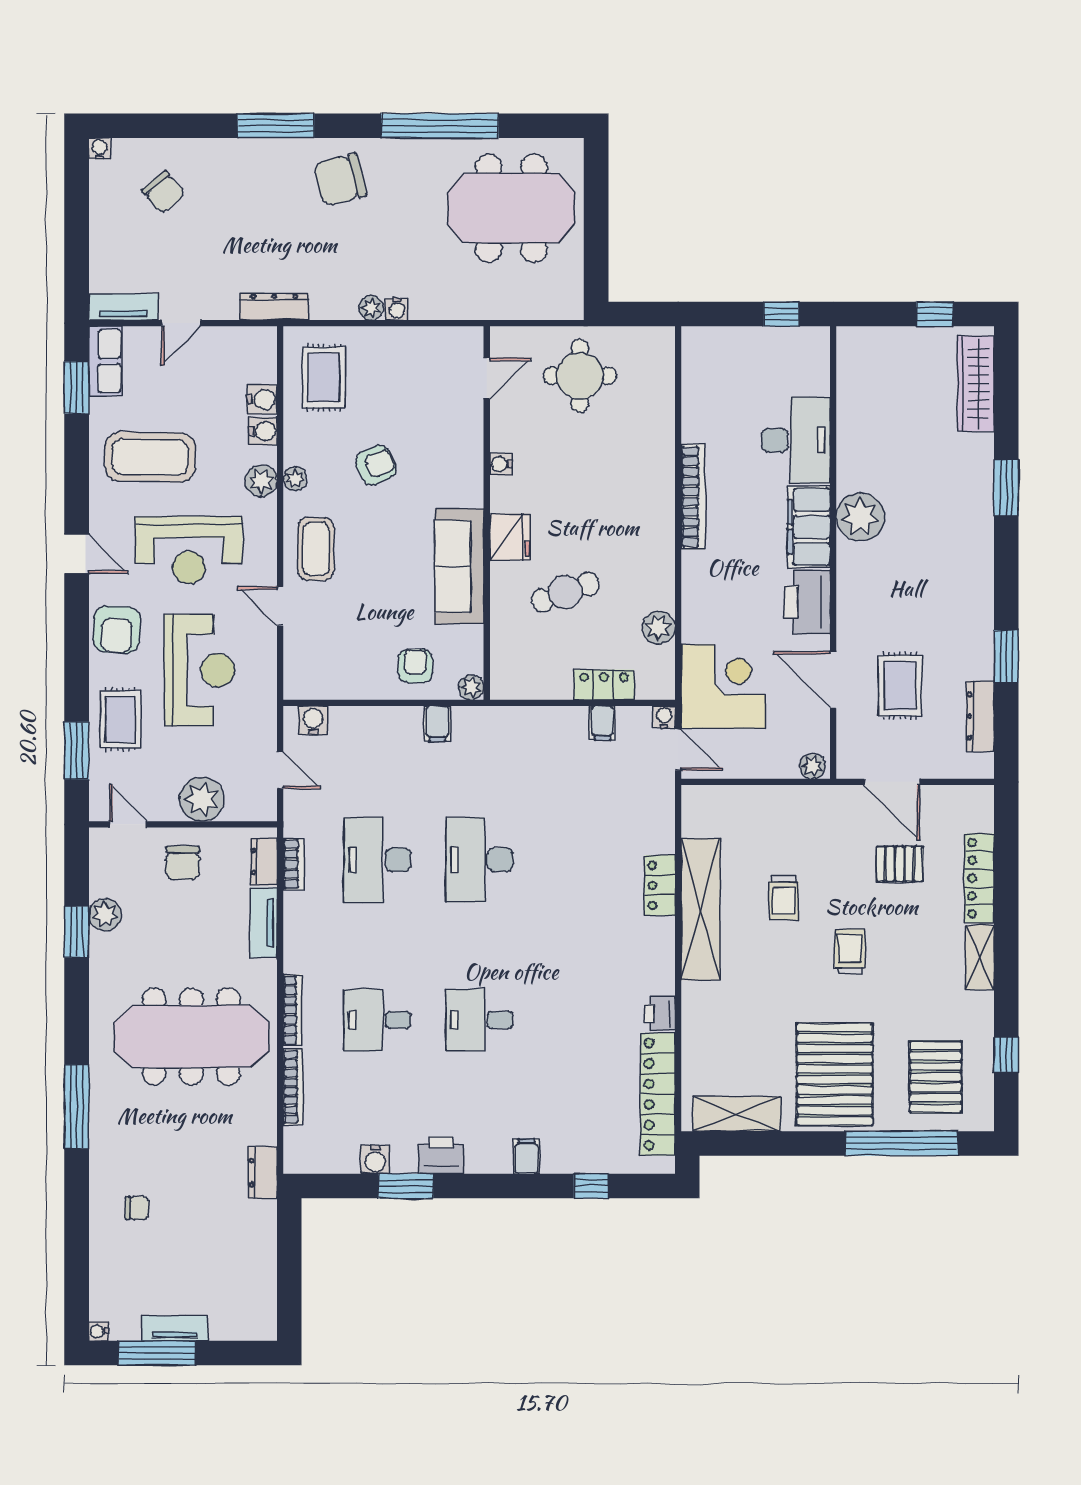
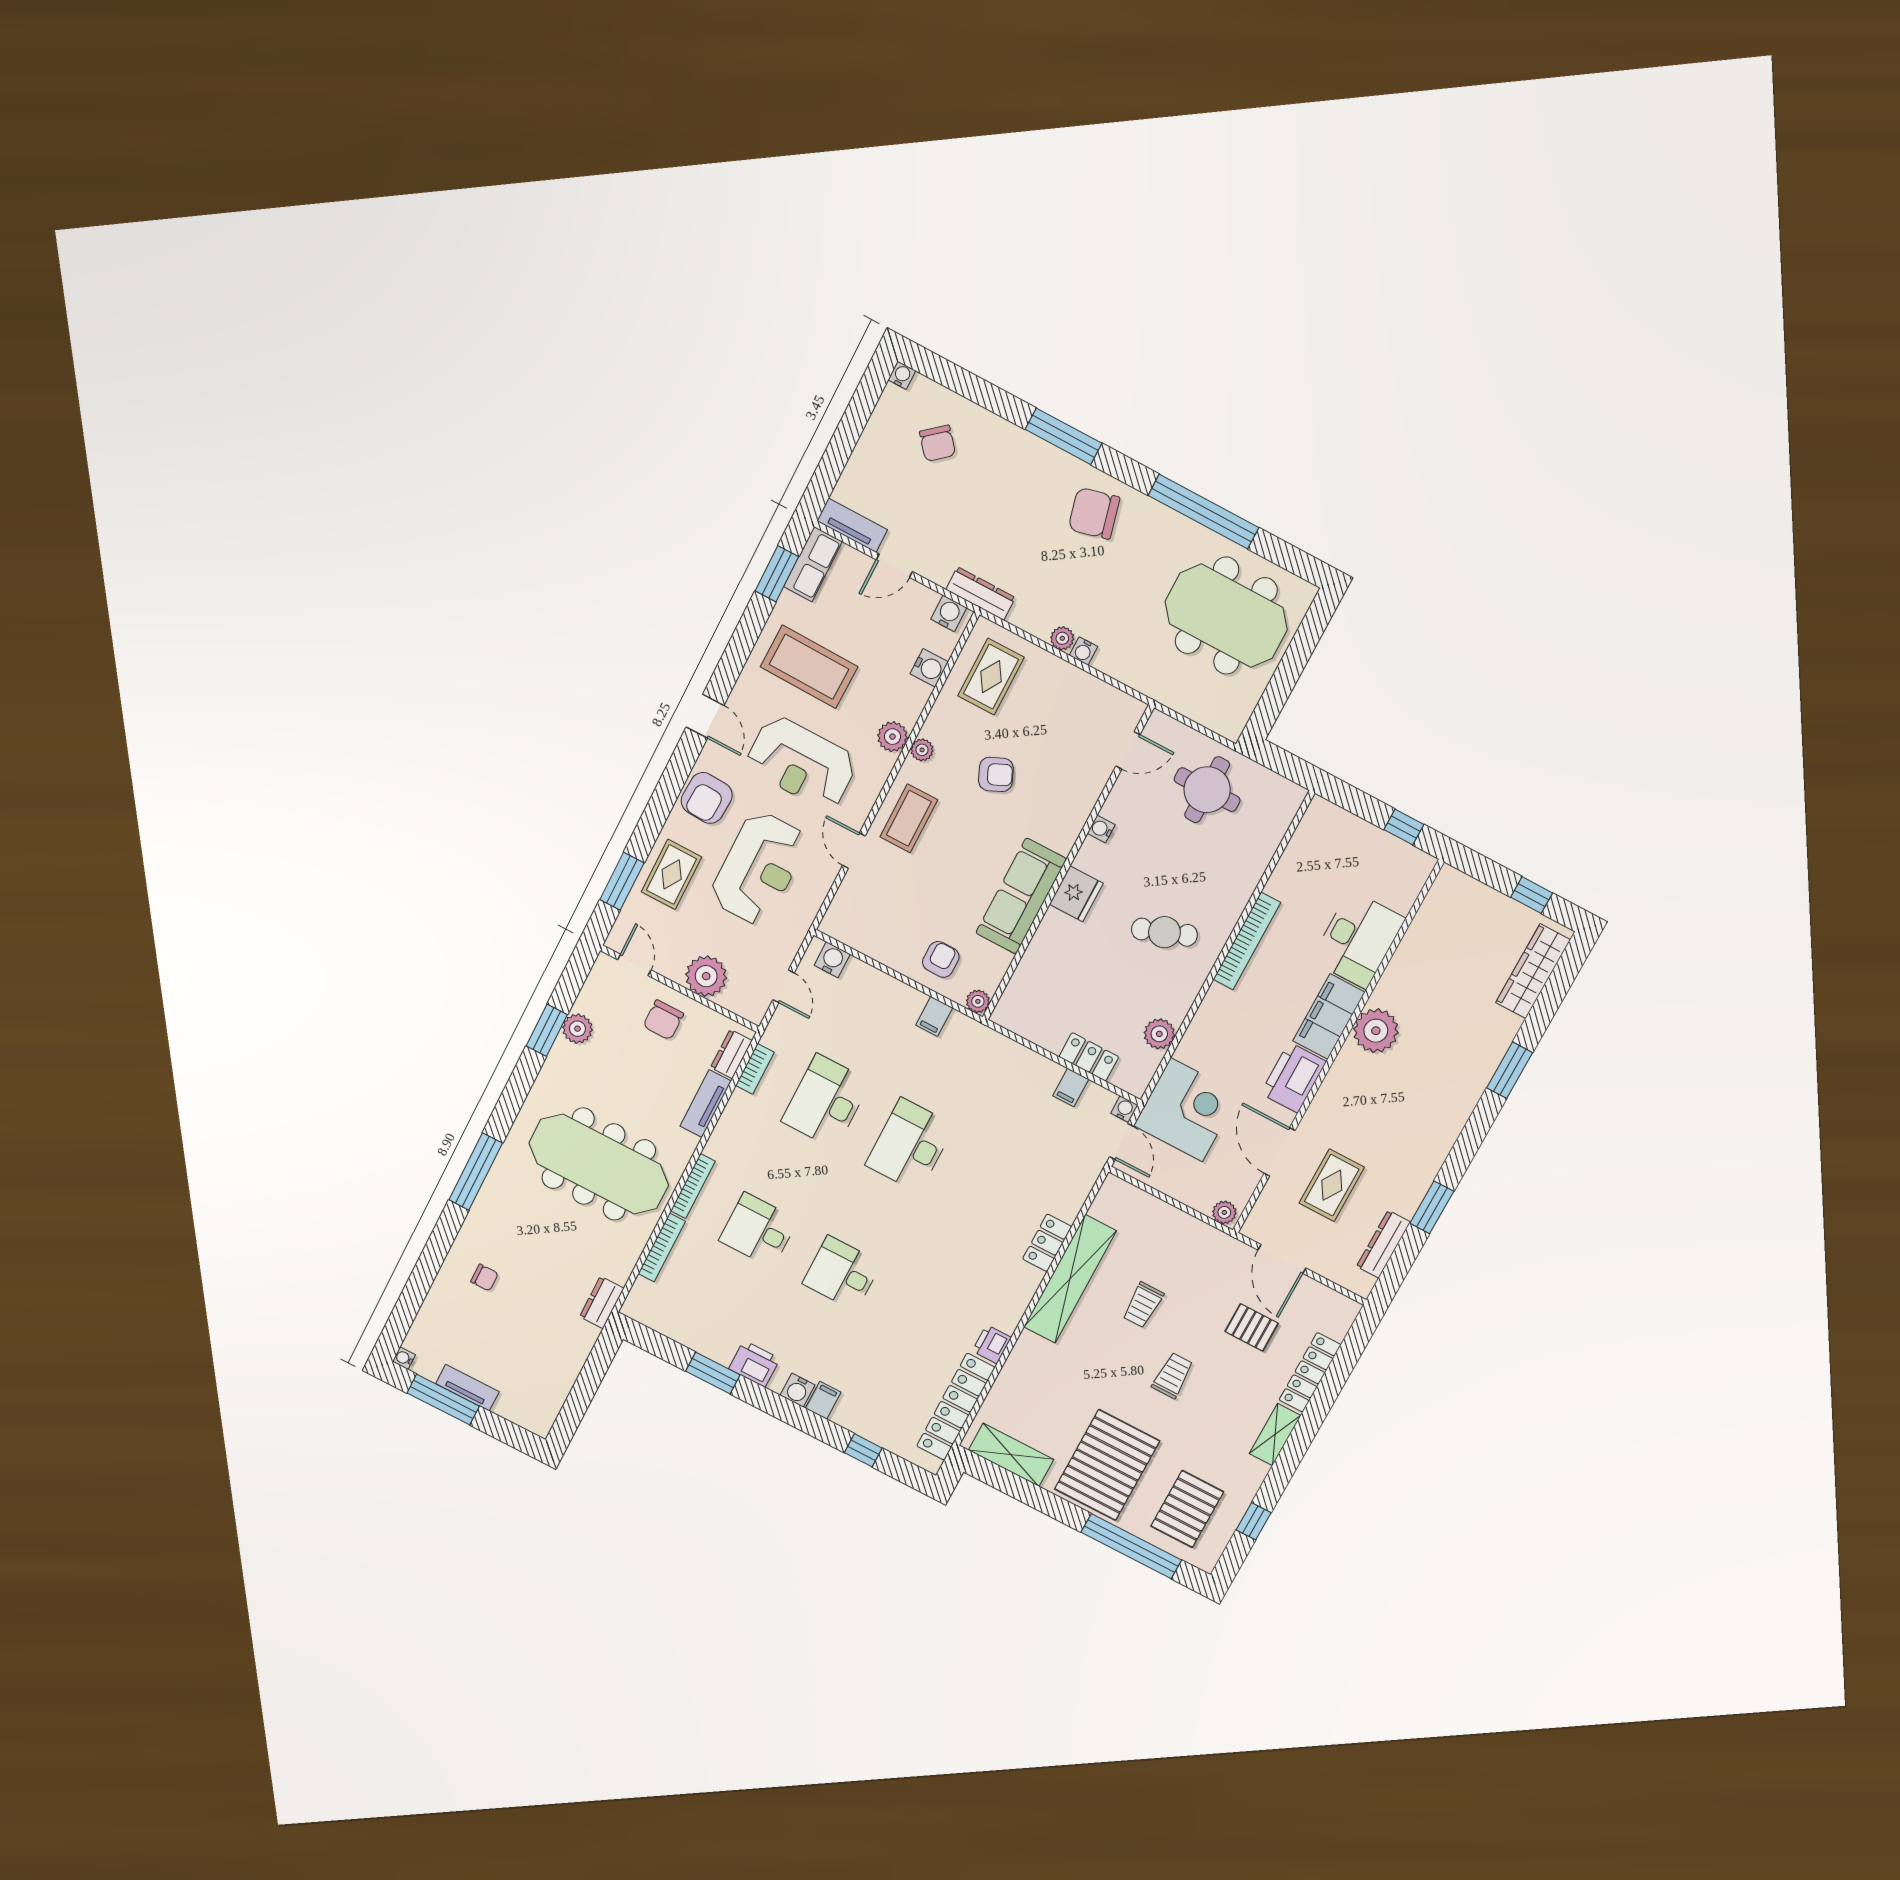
water cooler: (263, 431) -> (949, 613), moved, turned -90
cafe table: (565, 592) -> (1164, 932), moved
water cooler: (375, 1159) -> (798, 1390), moved

